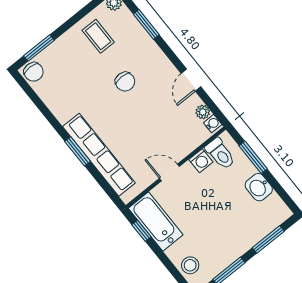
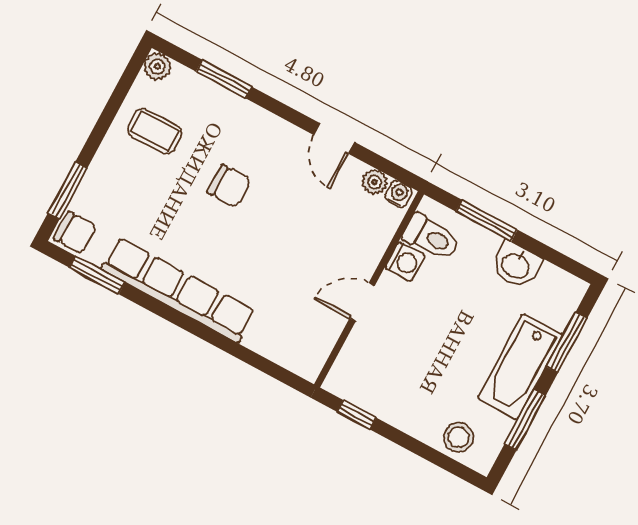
window: (78, 151) -> (97, 275), moved
row of seats: (99, 155) -> (178, 290), moved
bathtub: (156, 222) -> (520, 367), moved, turned -90

